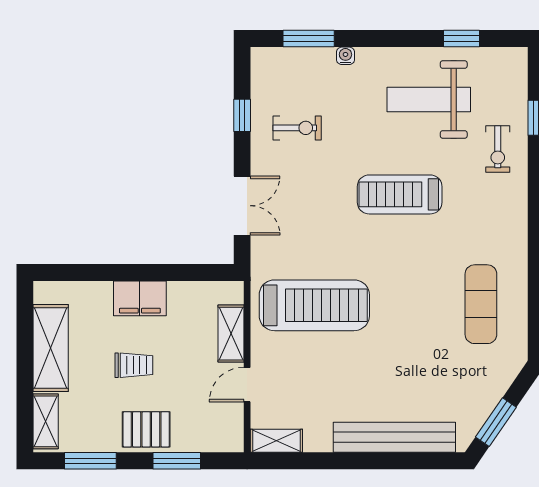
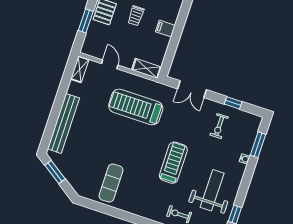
filing cabinet: (140, 298) -> (165, 29), width x0.50
exercise mat: (481, 304) -> (111, 183), turned 90
treadmill: (314, 305) -> (136, 107), turned 90
shelving: (231, 334) -> (146, 68), moved

